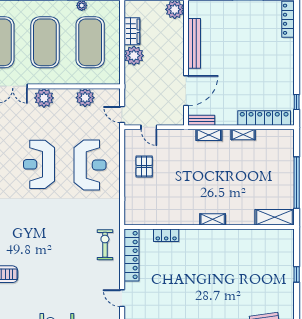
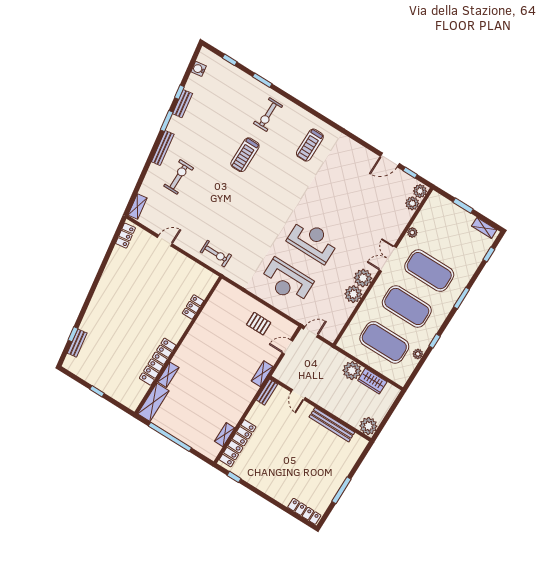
door: (186, 91) -> (298, 395), width x0.53
plant: (85, 98) -> (353, 294), moved
shelving: (209, 135) -> (262, 374), moved
shelving: (243, 135) -> (225, 435), moved
shelving: (213, 219) -> (168, 375), moved
locker: (131, 255) -> (158, 362), moved, turned 90

